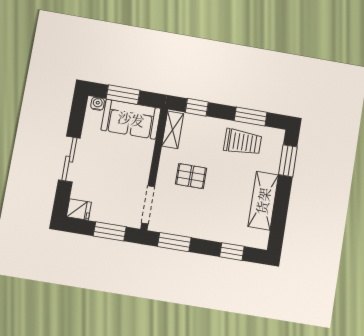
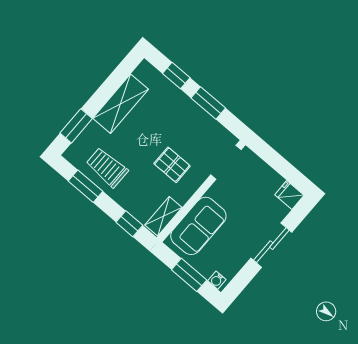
sofa: (131, 119) -> (198, 226), moved, turned 90
window: (110, 231) -> (274, 159), removed
window: (174, 242) -> (208, 103), moved

